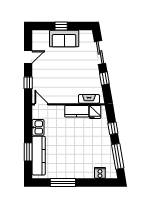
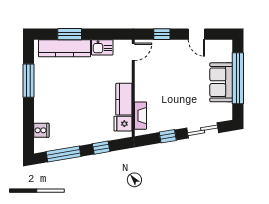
window: (61, 26) -> (238, 78), width x3.17

